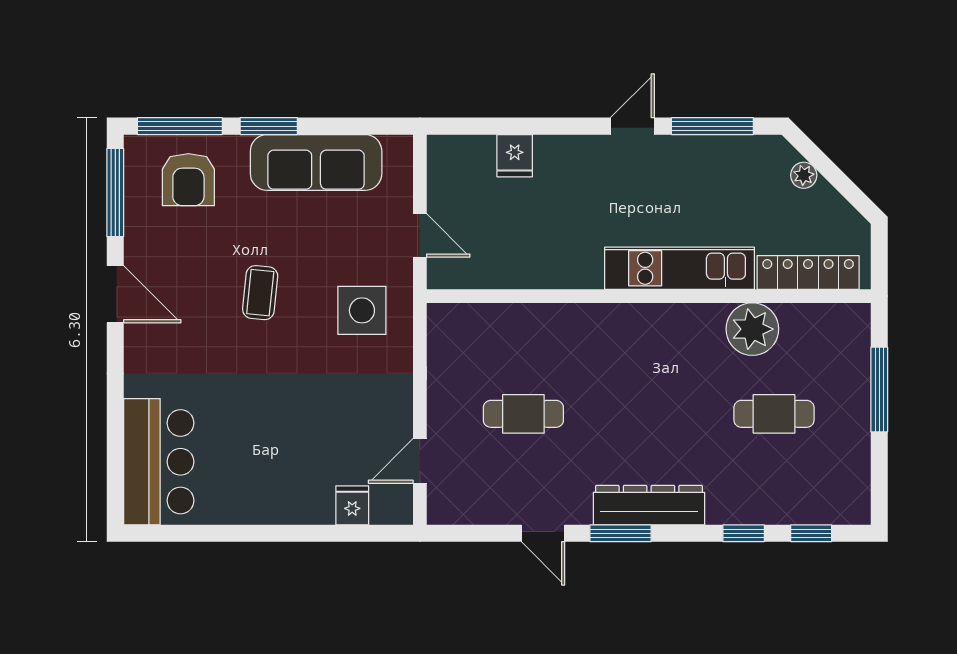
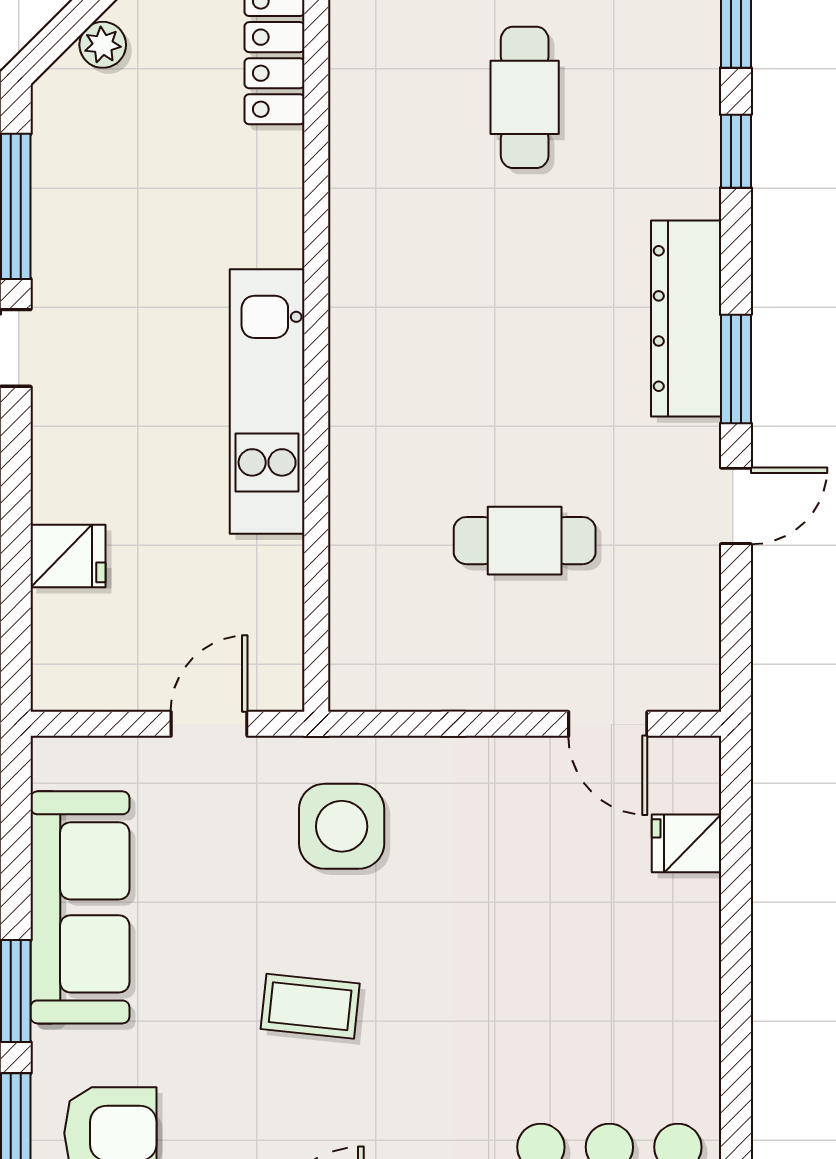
kitchen unit: (680, 268) -> (267, 402), moved
plant: (752, 329) -> (375, 136), removed
cafe table: (523, 414) -> (525, 541), turned 90

